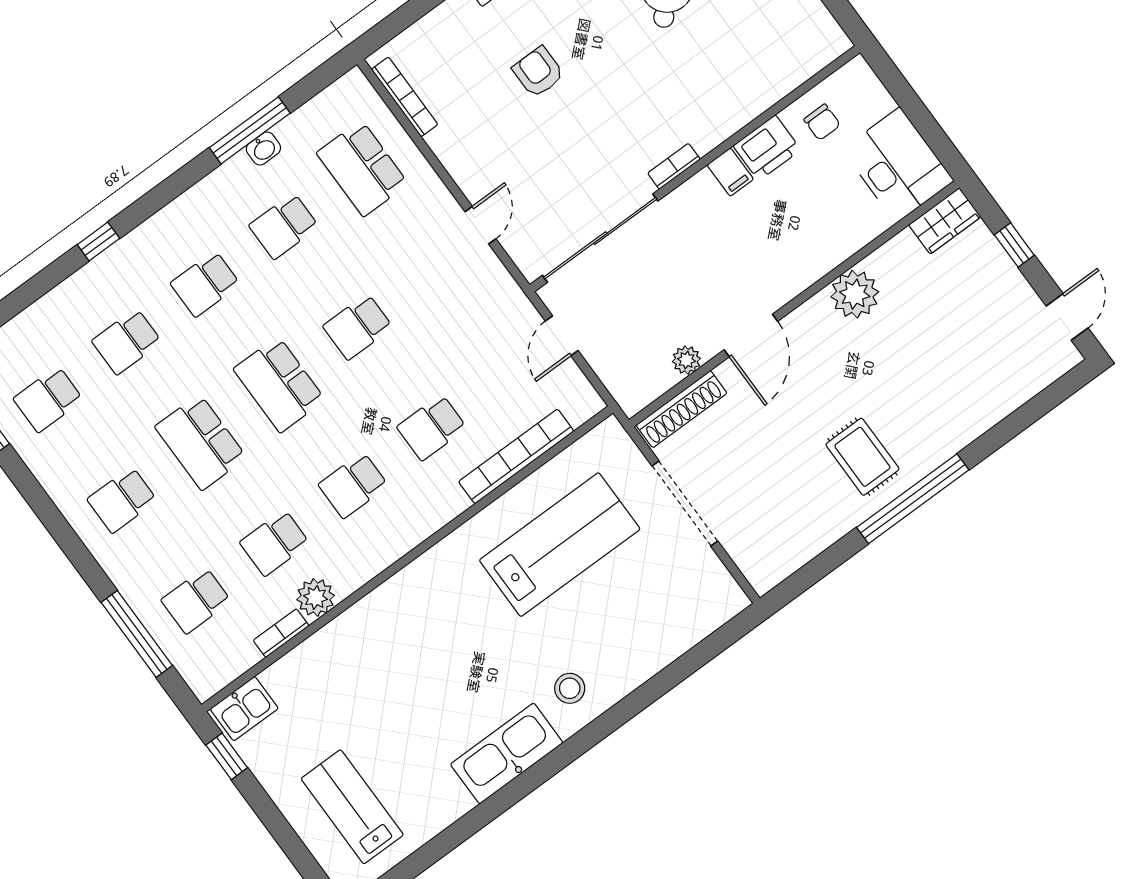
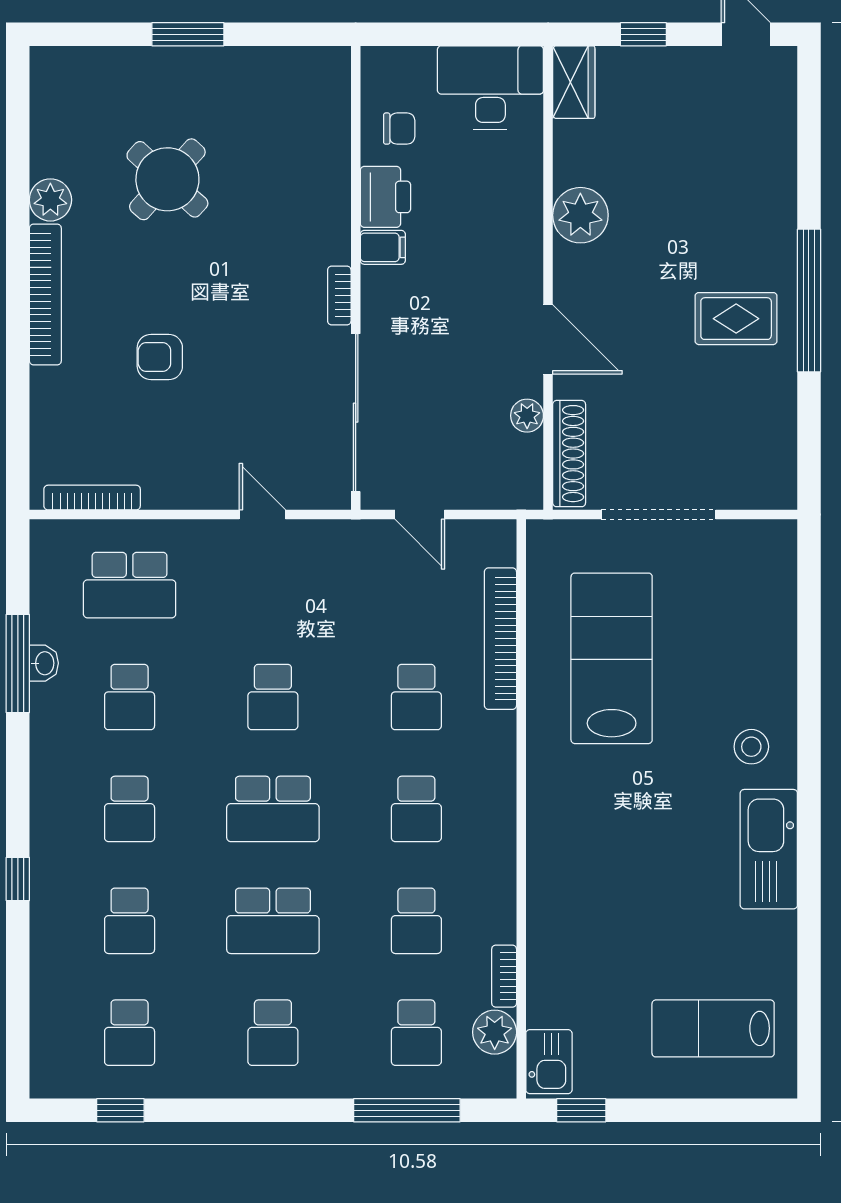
plant: (316, 597) -> (495, 1032), moved

